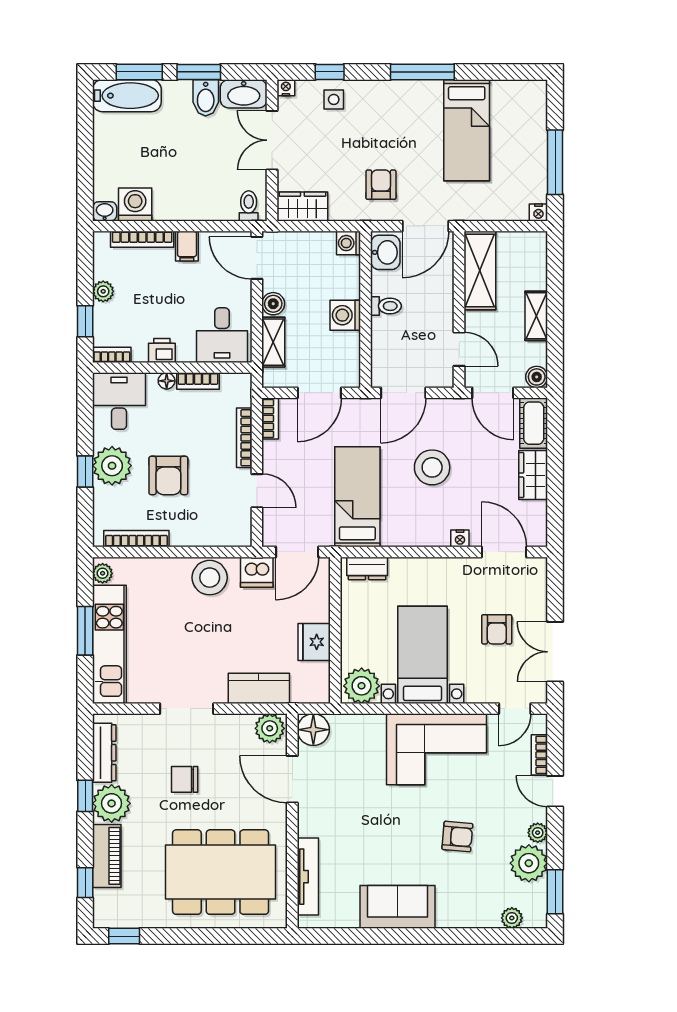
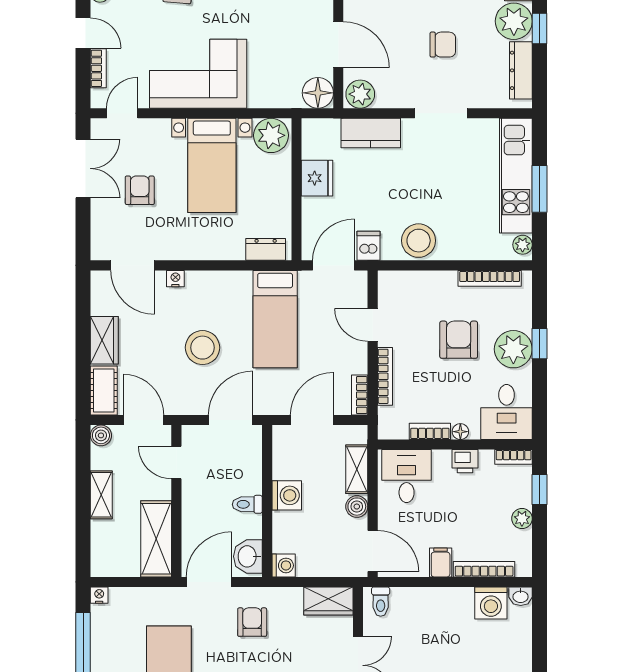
armchair: (381, 185) -> (252, 622), turned 180
dishwasher: (257, 572) -> (369, 246), width x0.73

